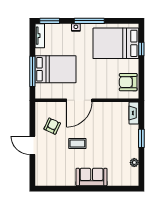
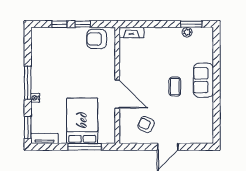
bed: (116, 43) -> (53, 53), removed
window: (141, 70) -> (83, 24), added
armchair: (128, 82) -> (97, 39), turned 90
window: (141, 138) -> (191, 24), moved
coffee table: (77, 143) -> (175, 86), moved

